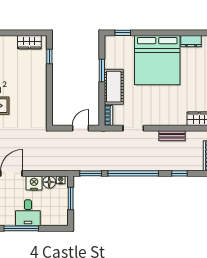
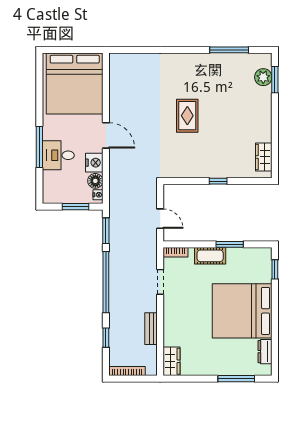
window: (49, 57) -> (218, 181), moved
cot: (114, 87) -> (210, 256), width x0.73, depth x0.75

